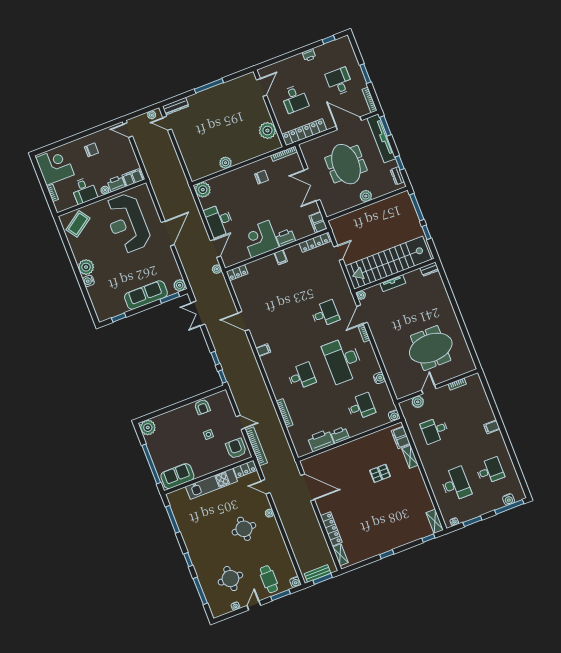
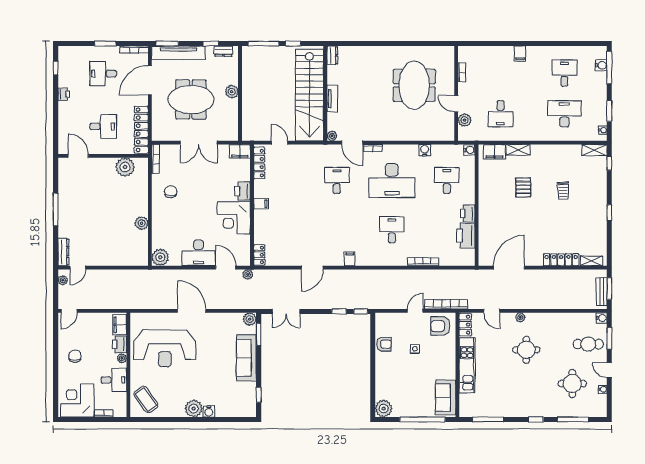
door: (265, 487) -> (492, 311), hinge flipped
trolley: (390, 508) -> (563, 191), added

